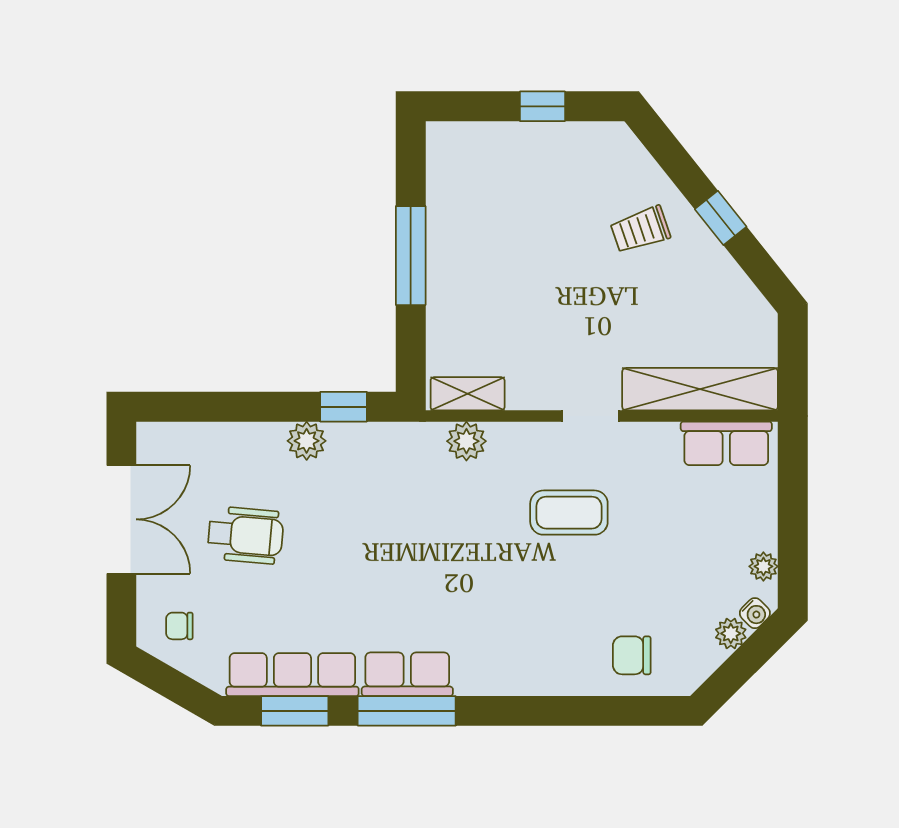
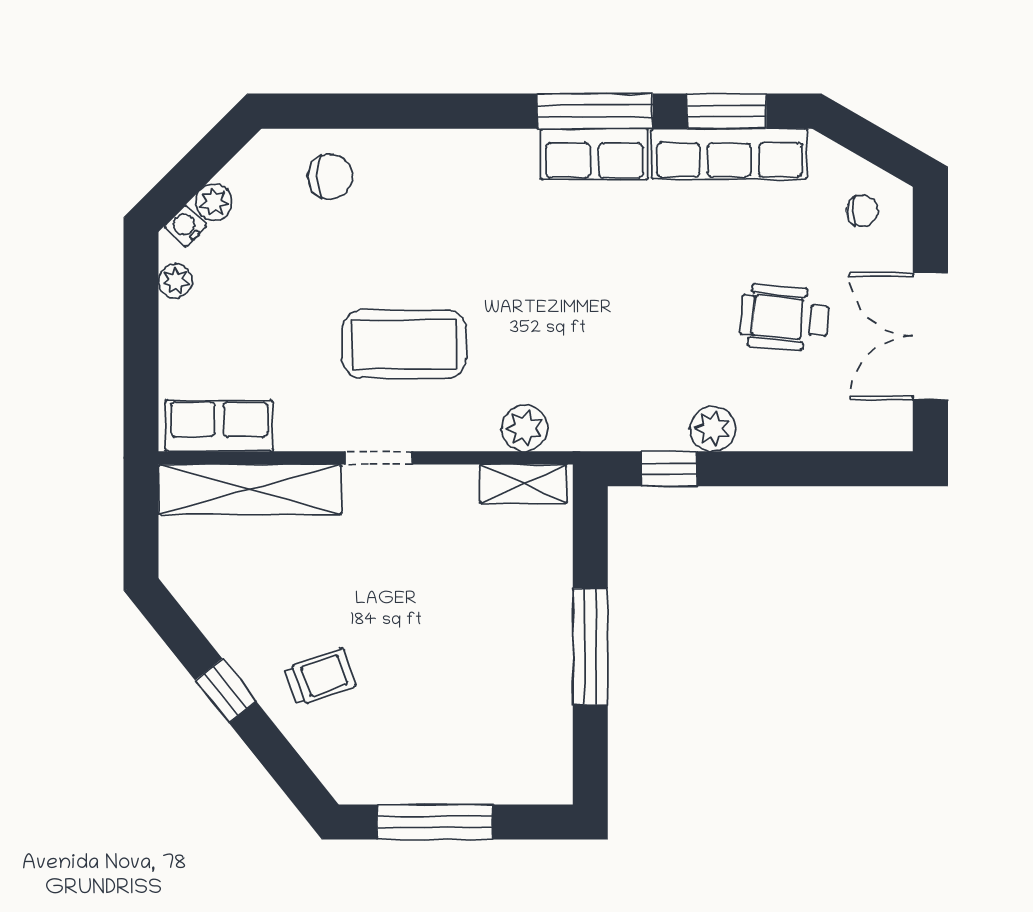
window: (542, 106) -> (435, 822), width x2.17
coffee table: (569, 513) -> (404, 344), width x1.36, depth x1.32

